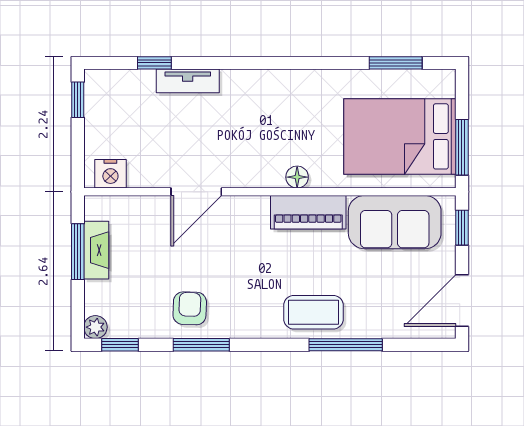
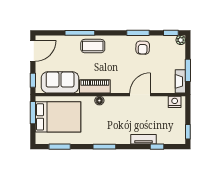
window: (285, 63) -> (104, 147), added
fireplace: (96, 250) -> (180, 81), moved

